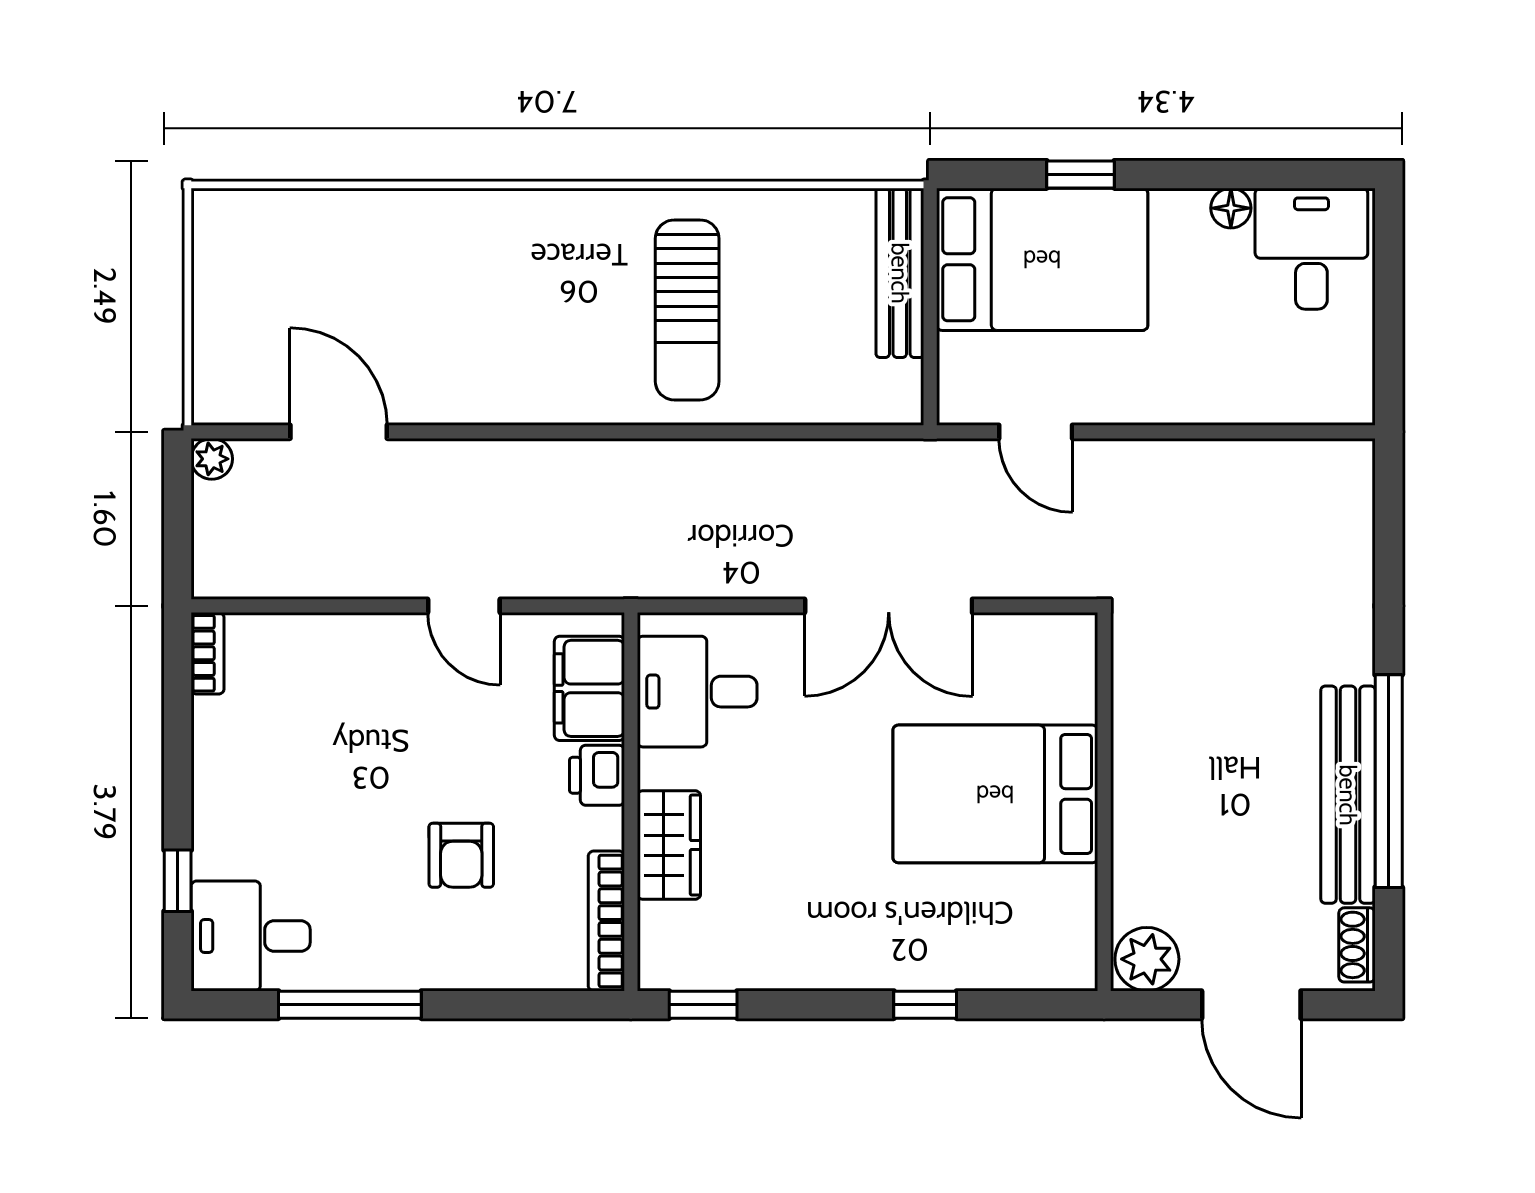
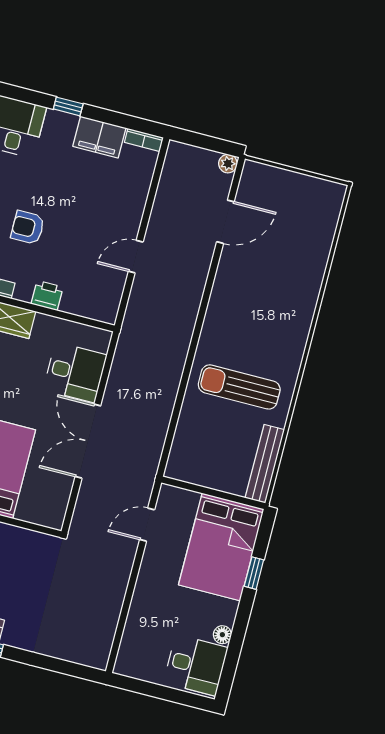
bench: (900, 273) -> (265, 464), moved, turned 90
filing cabinet: (589, 688) -> (99, 137), moved, turned 180
desk: (697, 692) -> (75, 372), moved, turned 90
window: (178, 881) -> (68, 106), moved

